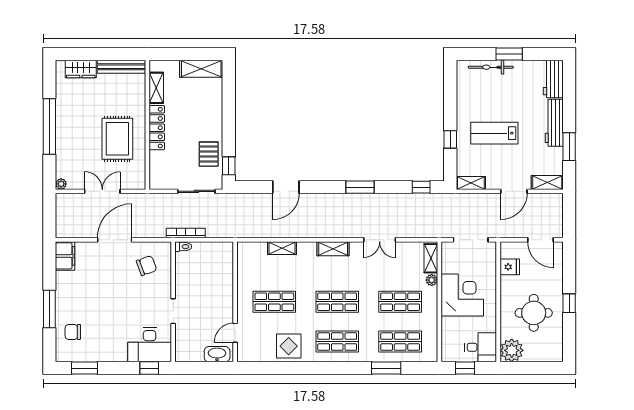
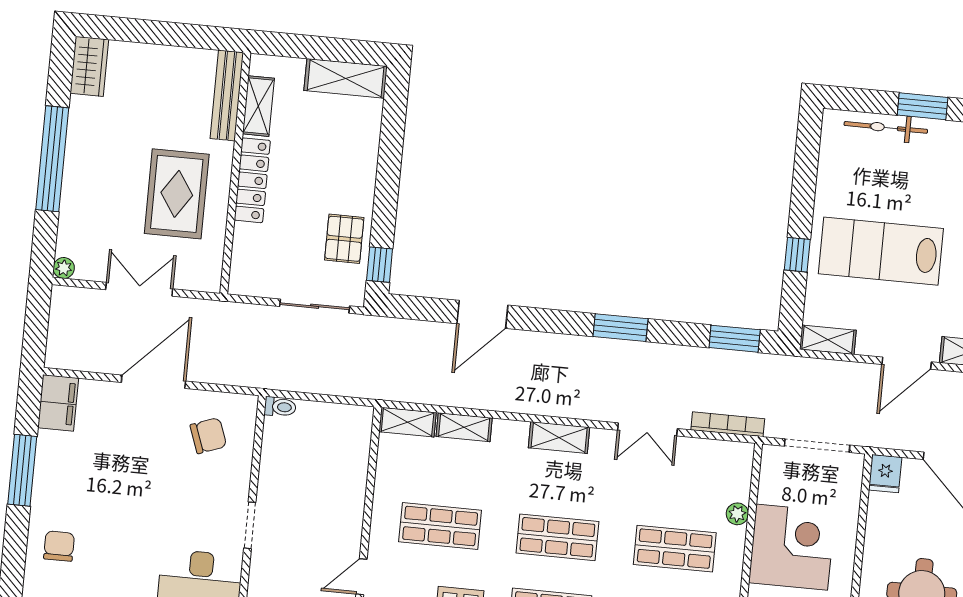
bench: (121, 67) -> (227, 95), moved, turned 90
wardrobe: (81, 69) -> (89, 66), moved, turned -90
lab bench: (494, 133) -> (881, 251), width x1.36, depth x1.39
window: (421, 187) -> (735, 339), width x1.50
bookcase: (186, 233) -> (728, 424), moved
shelving: (431, 258) -> (408, 422), moved, turned 90
fridge: (510, 267) -> (885, 474), moved, turned 90
window: (49, 309) -> (22, 470), moved
chair: (73, 332) -> (59, 546), turned 90

